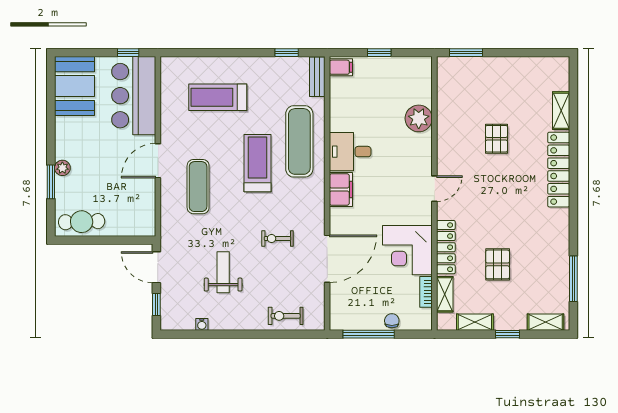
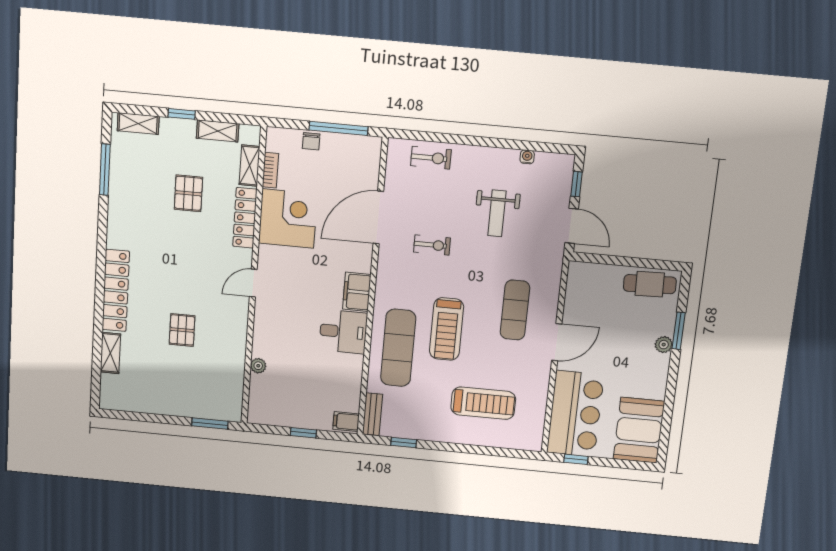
plant: (419, 118) -> (258, 366), width x0.53, depth x0.53

